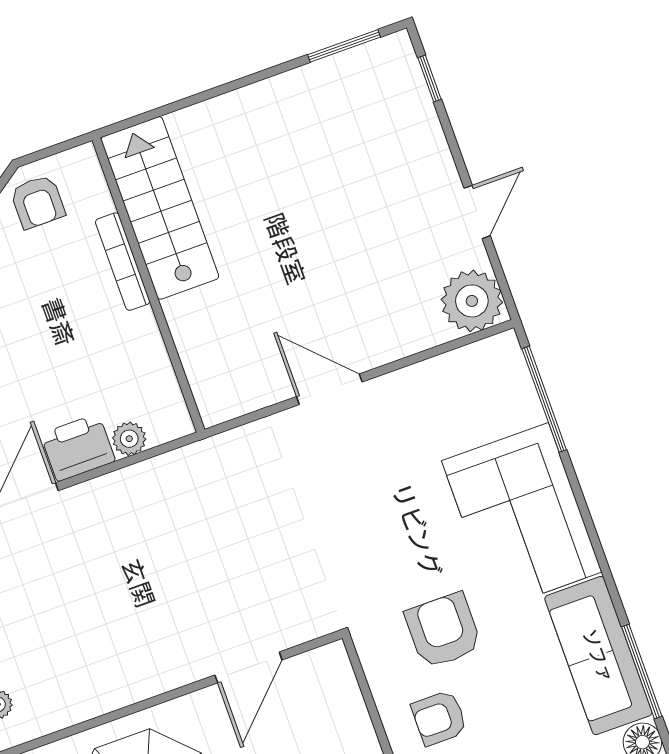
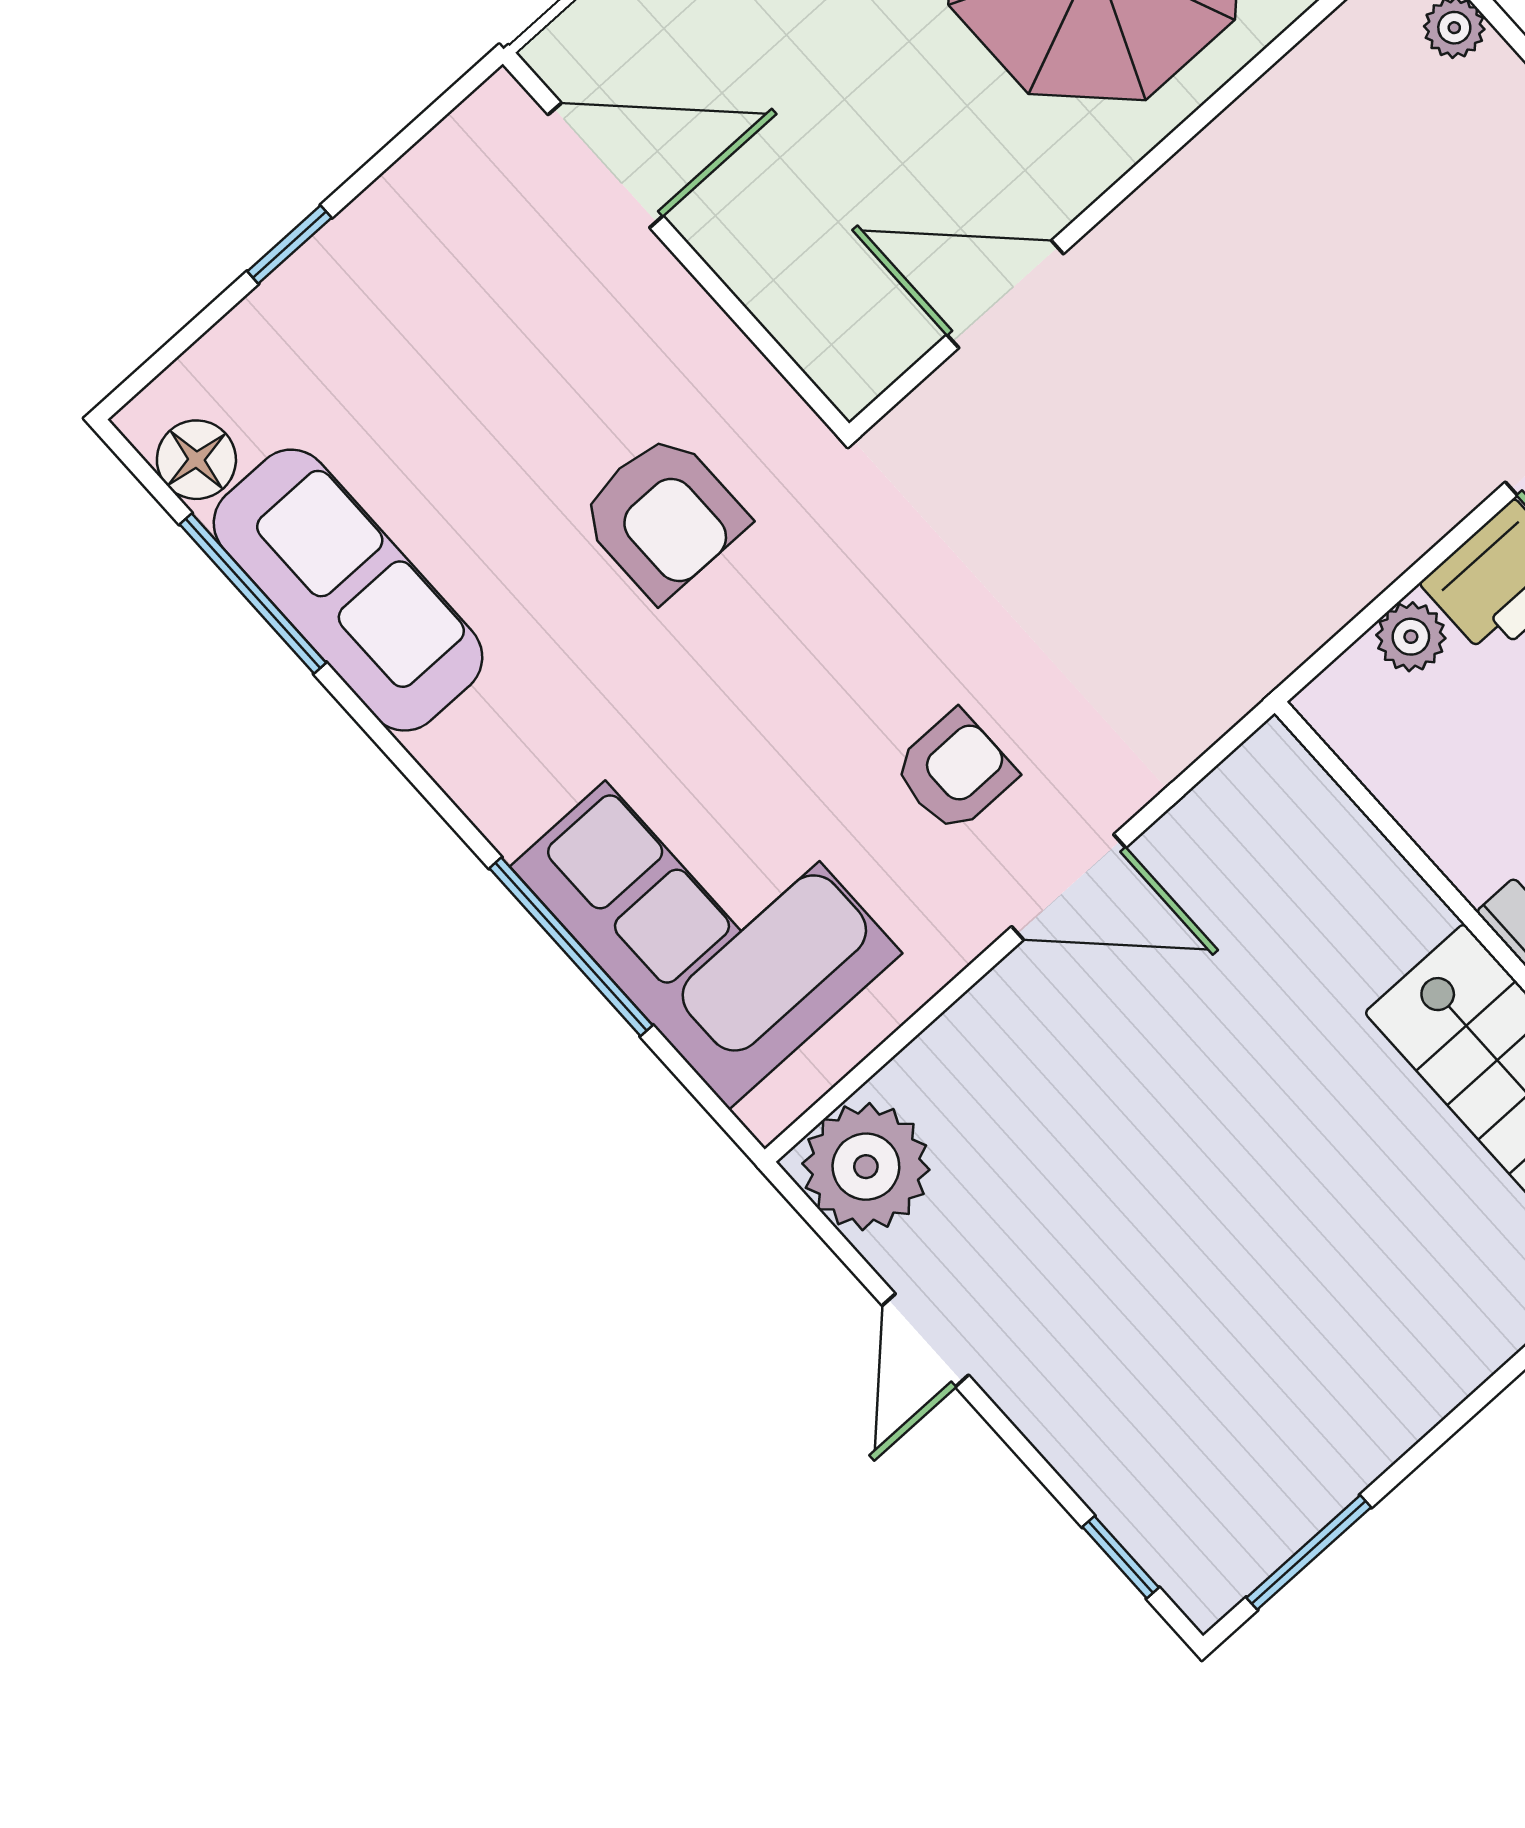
window: (544, 399) -> (571, 947), moved
corner sofa: (522, 516) -> (706, 910), moved
door: (248, 667) -> (1005, 294), hinge flipped
armchair: (439, 718) -> (955, 771), moved

